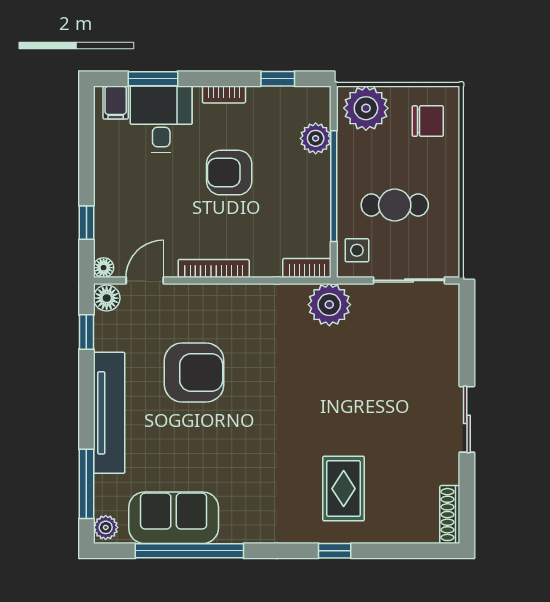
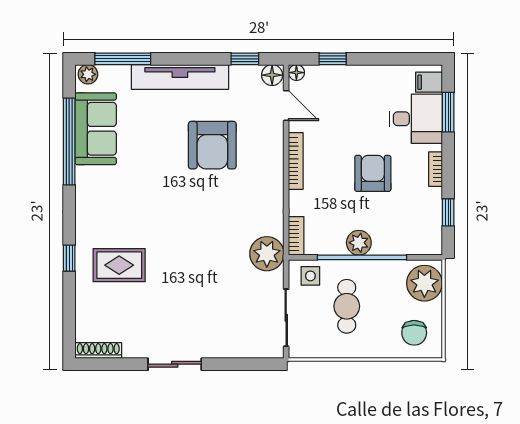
plant: (316, 138) -> (359, 243), moved

